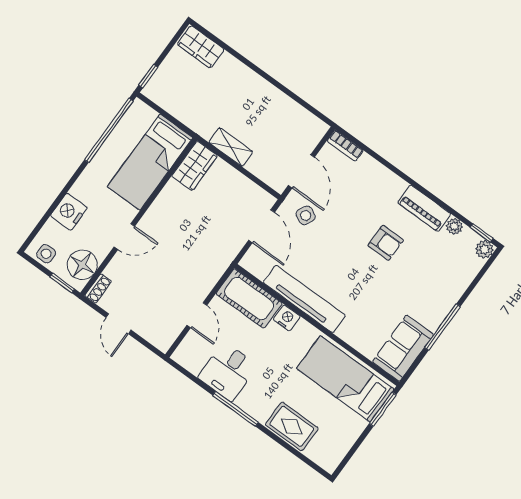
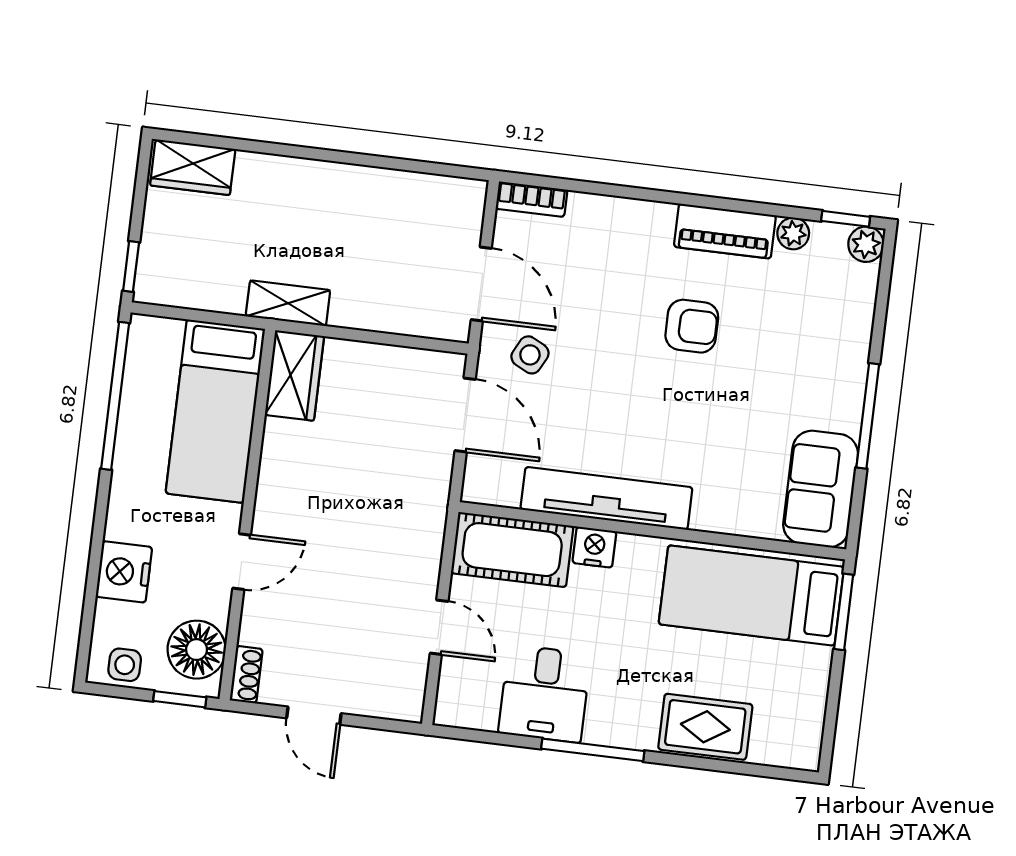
shelving: (231, 147) -> (288, 303), moved

